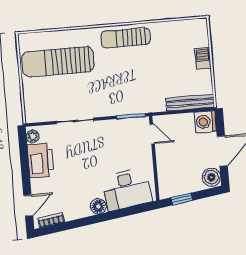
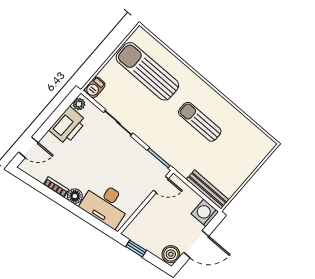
sun lounger: (126, 38) -> (200, 122), moved
barbecue: (203, 58) -> (95, 87), moved, turned 180
door: (152, 134) -> (161, 184), hinge flipped
bookcase: (51, 220) -> (56, 187), moved

